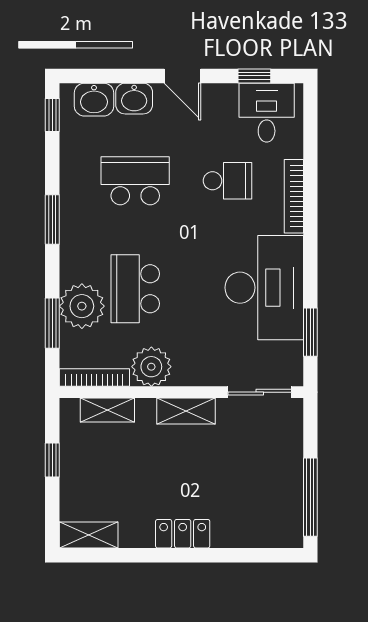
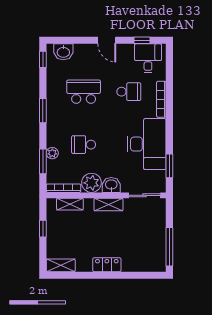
washbasin: (134, 99) -> (111, 185), moved, turned 180
school desk: (135, 289) -> (84, 145), width x0.54
plant: (82, 306) -> (52, 153), width x0.53, depth x0.53

